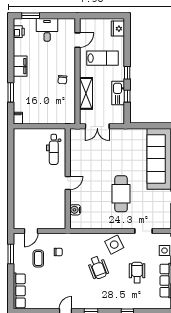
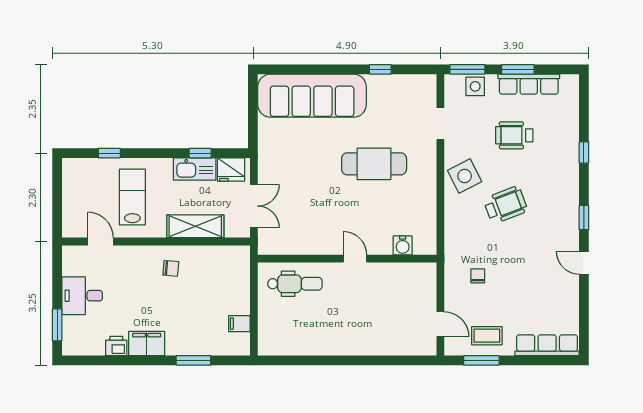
fridge: (118, 29) -> (231, 170), moved
printer: (19, 32) -> (116, 346), moved
window: (127, 73) -> (109, 153), moved
filing cabinet: (18, 118) -> (239, 324), moved
coffee table: (38, 259) -> (487, 336), moved

